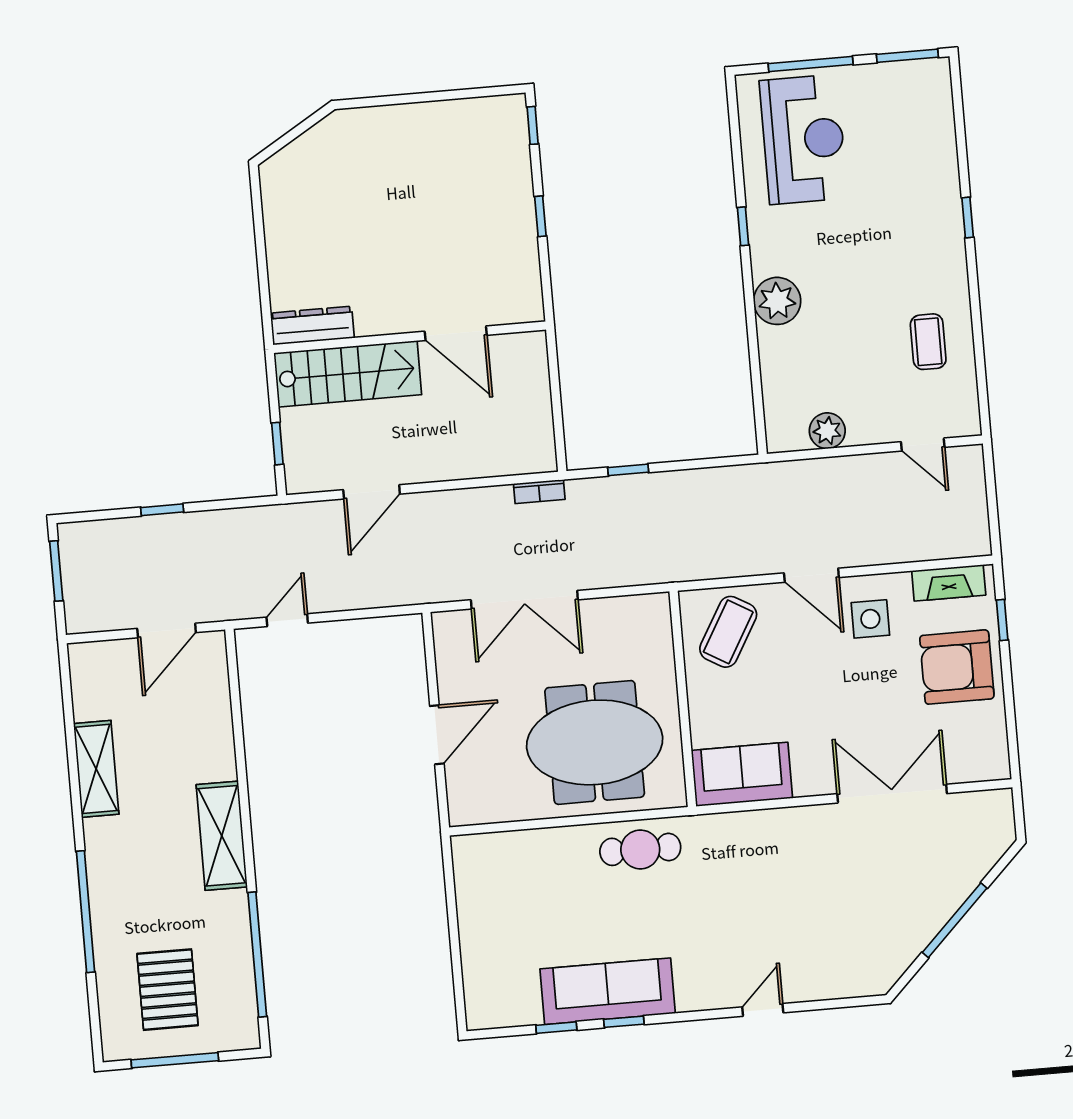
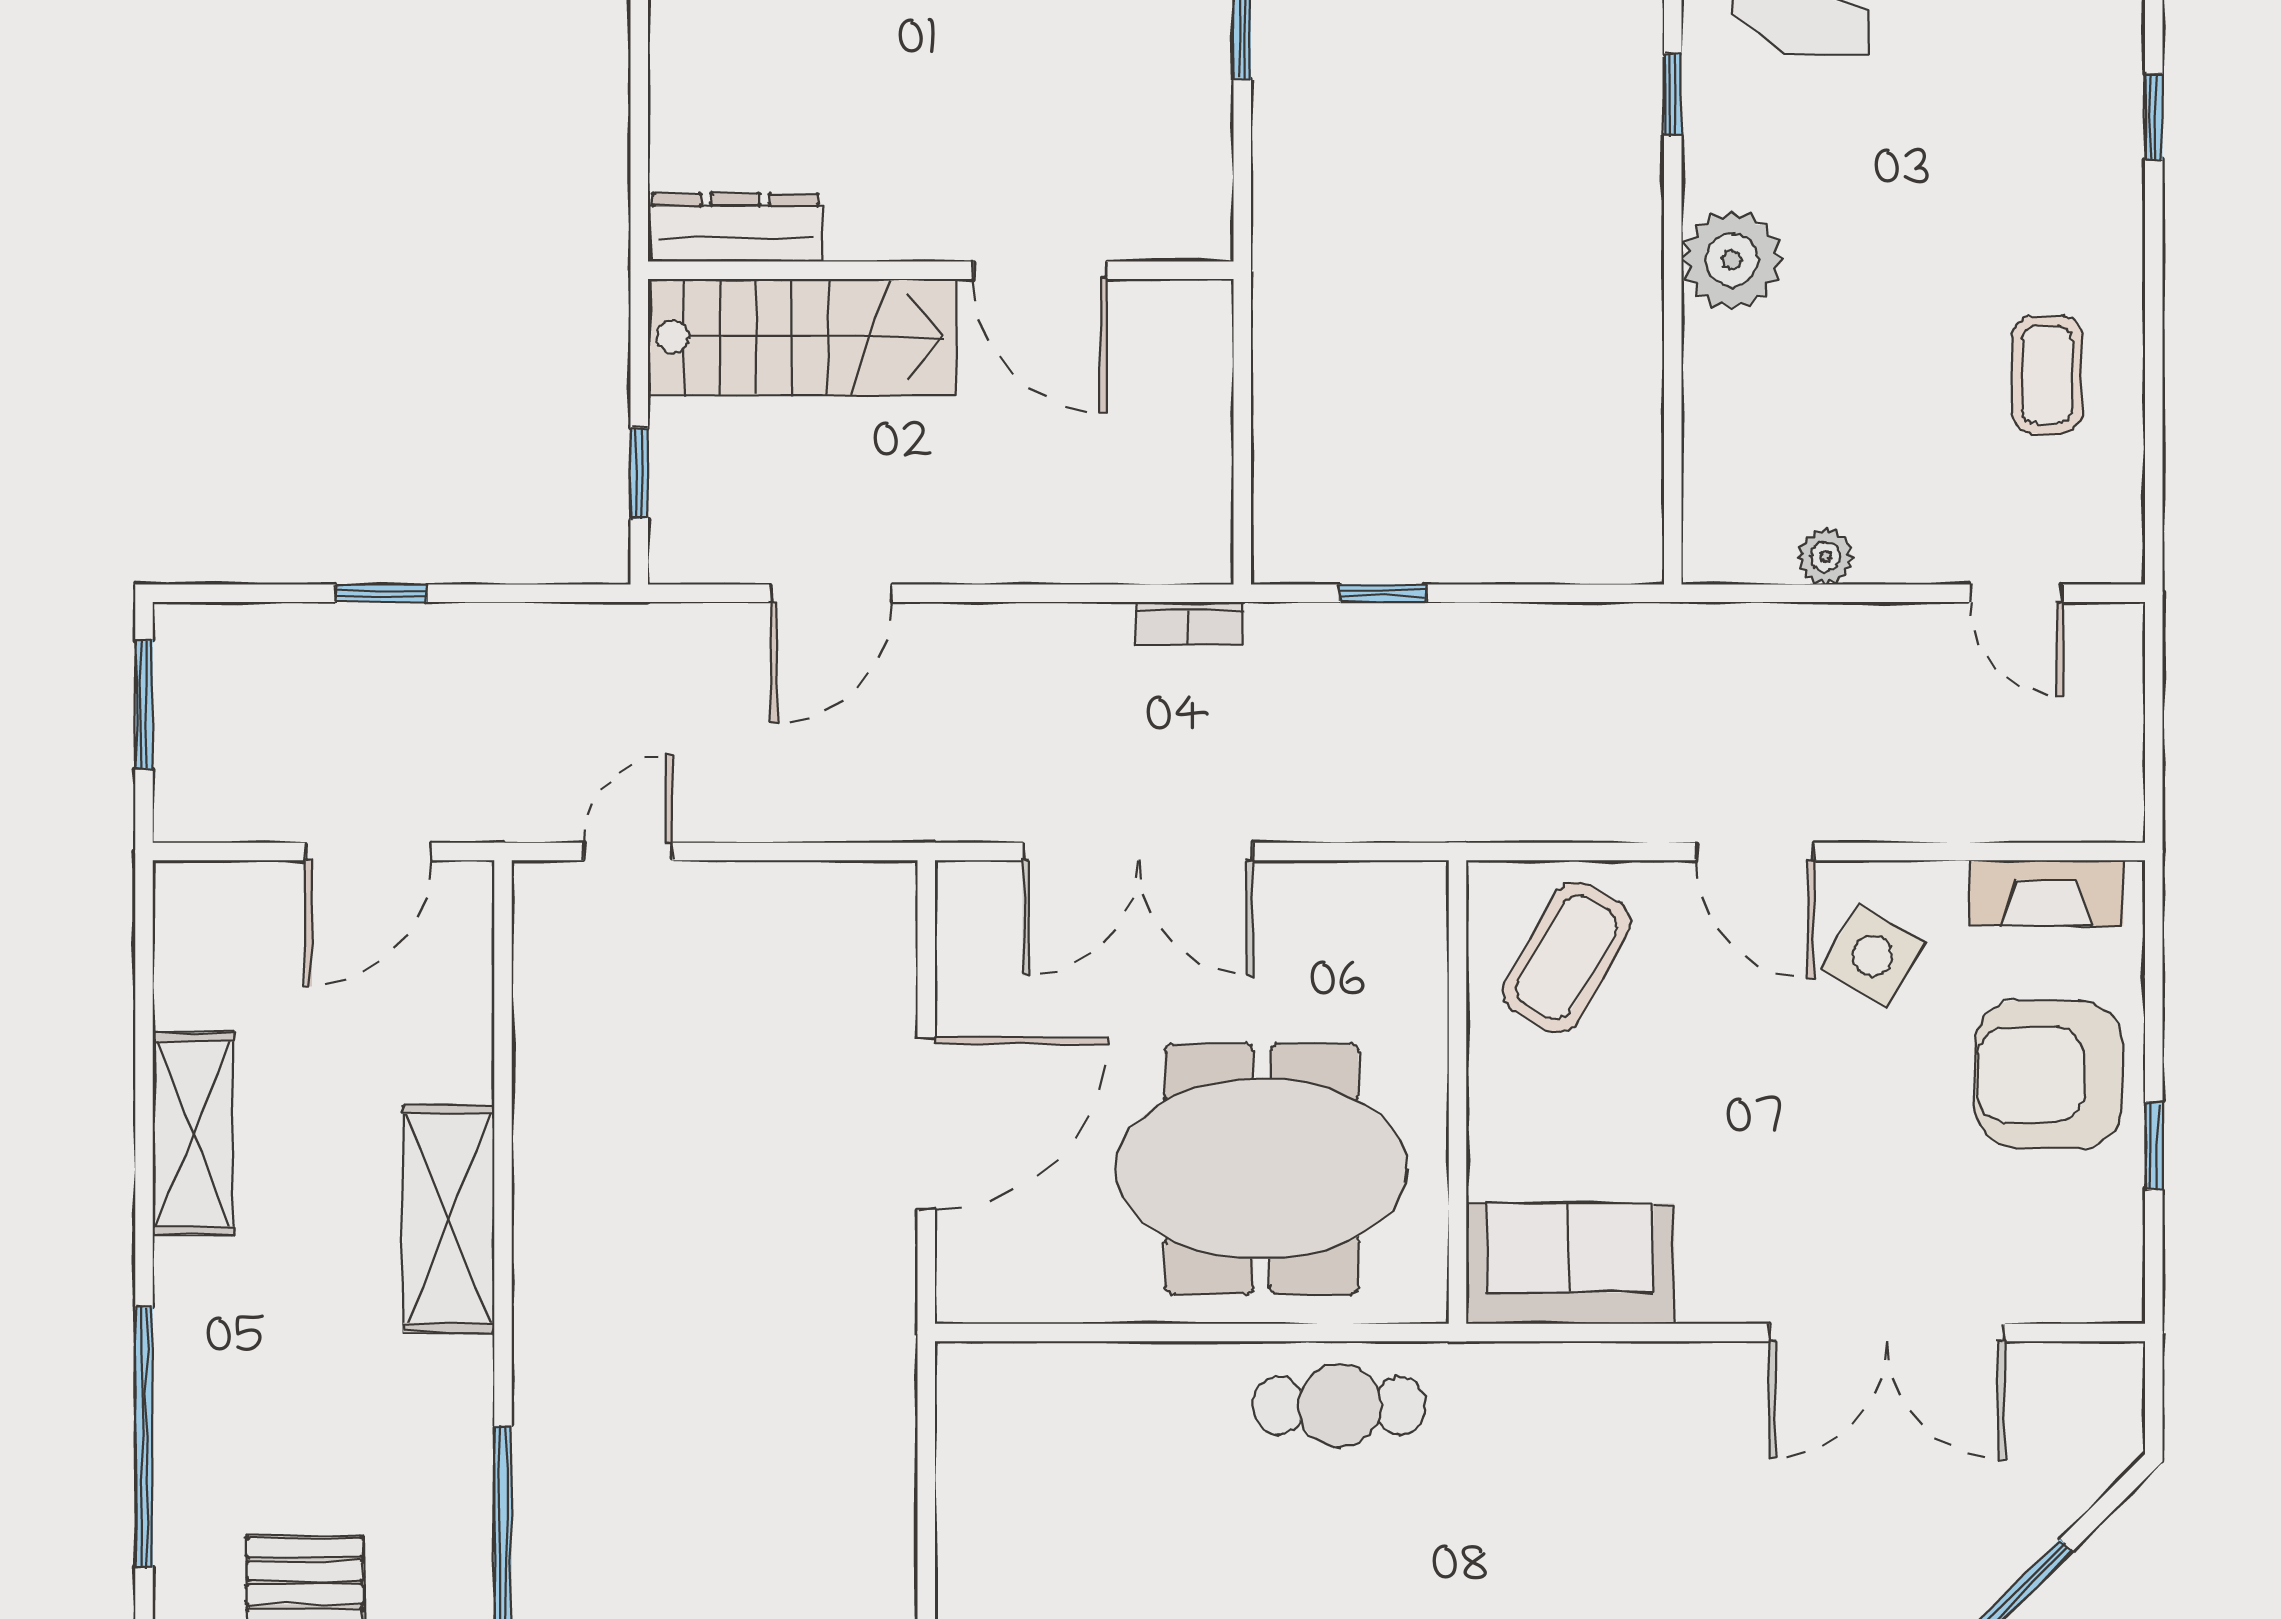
plant: (827, 431) -> (1825, 557), width x0.73, depth x0.73
side table: (870, 619) -> (1873, 956), turned 30
window: (1002, 620) -> (2154, 1146), moved
door: (437, 735) -> (926, 1124), width x1.36
double door: (892, 794) -> (1887, 1332), swing flipped
shelving: (222, 836) -> (449, 1218), moved

